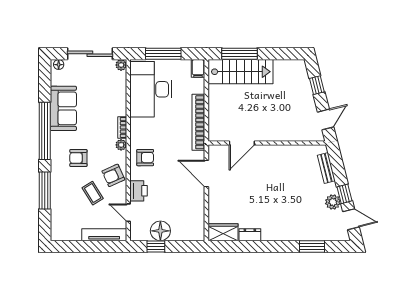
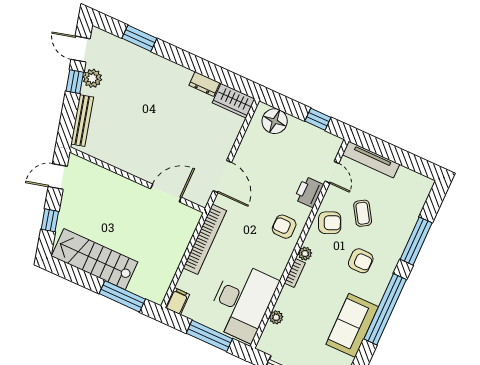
plant: (121, 65) -> (276, 317), moved
stairs: (240, 72) -> (95, 259), moved
bench: (326, 168) -> (82, 121), width x1.36
floor lamp: (160, 231) -> (275, 121), moved

